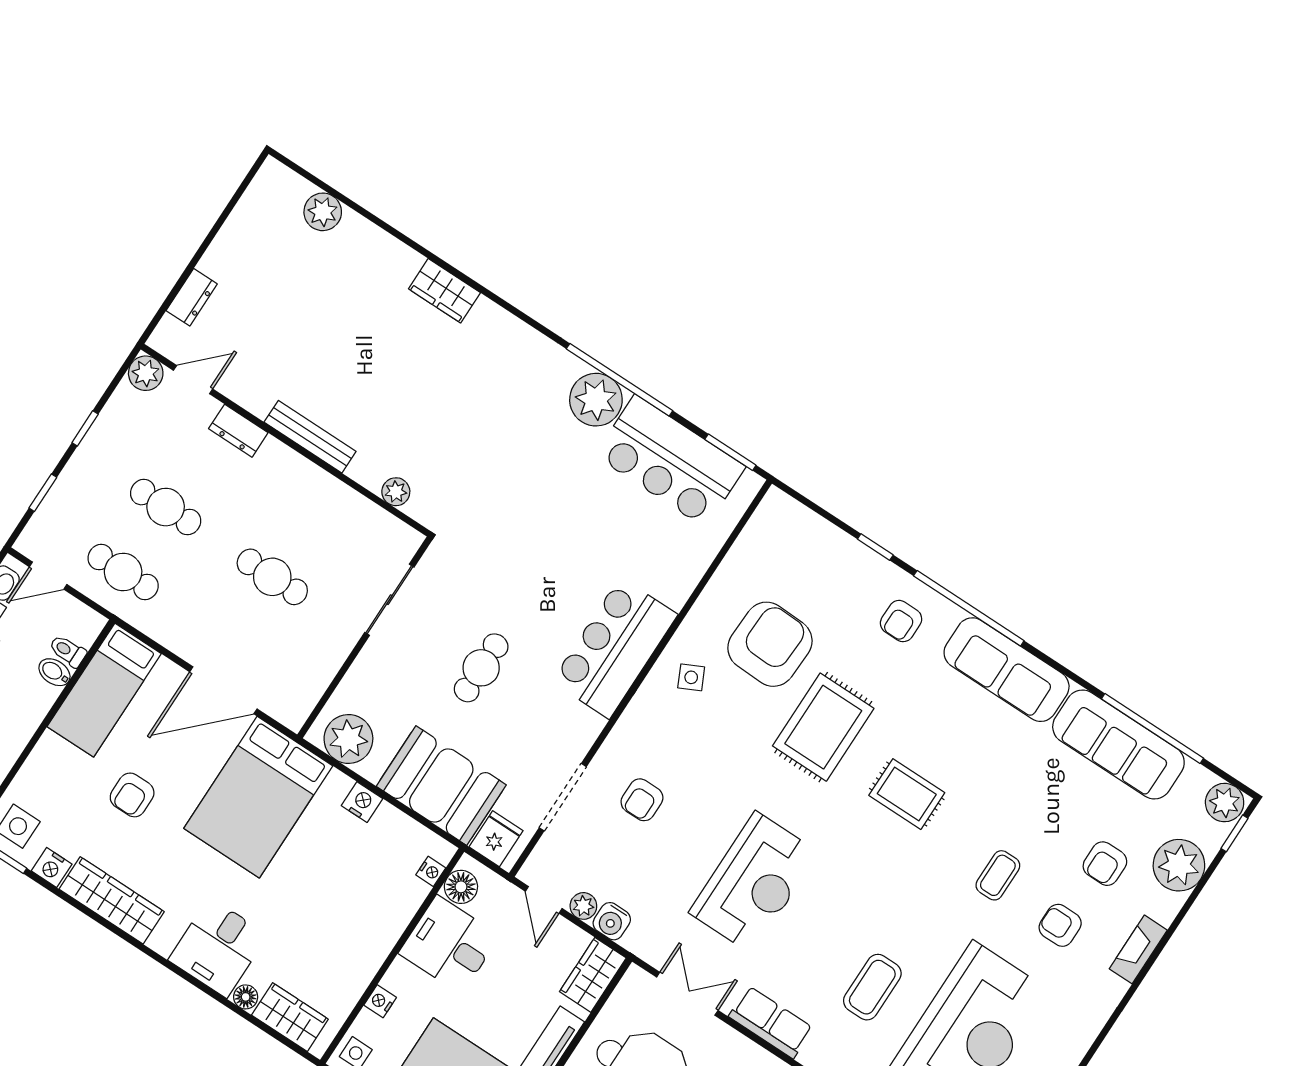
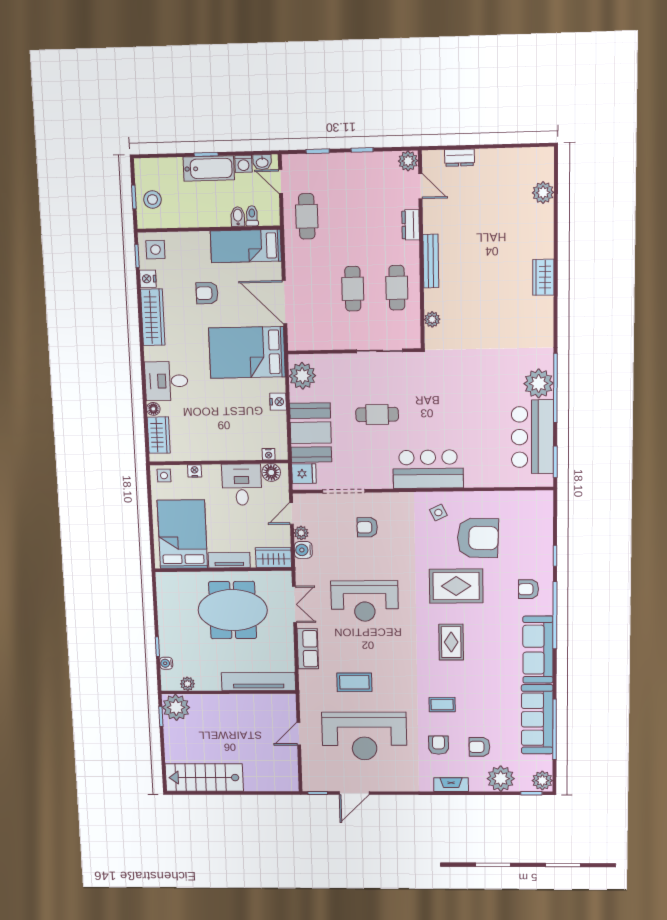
cafe table: (166, 507) -> (397, 288), moved

